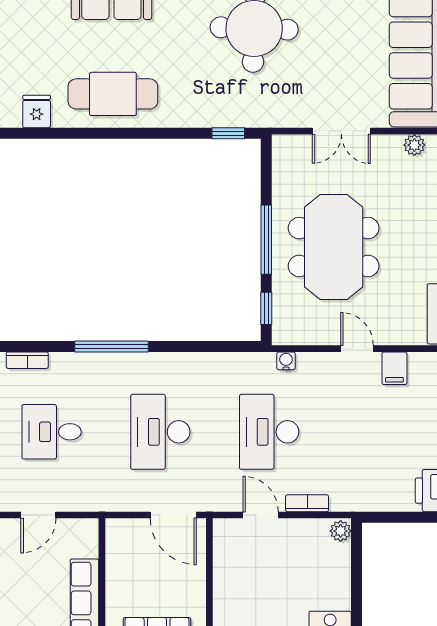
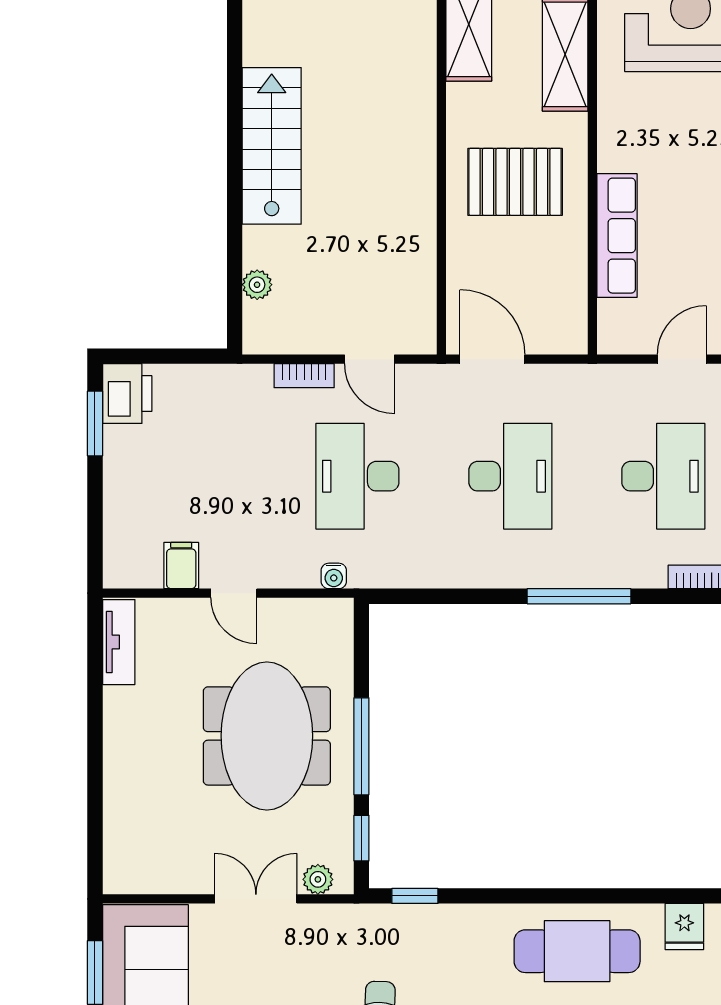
plant: (414, 145) -> (318, 879), moved
window: (266, 308) -> (361, 838), moved
desk: (52, 432) -> (663, 476), width x1.37
desk: (269, 432) -> (357, 476), turned 180
plant: (341, 531) -> (257, 285), moved

